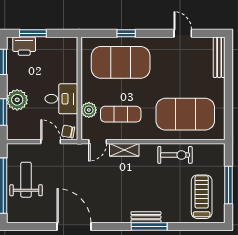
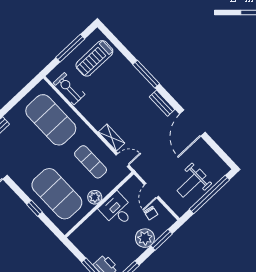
plant: (89, 110) -> (95, 197), moved
chair: (68, 132) -> (151, 213), moved
exercise bike: (175, 155) -> (69, 89), moved
bench: (146, 217) -> (162, 103), moved

